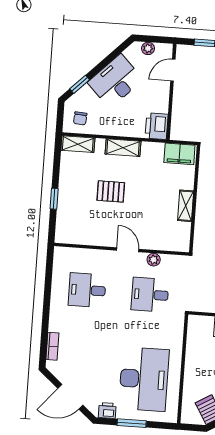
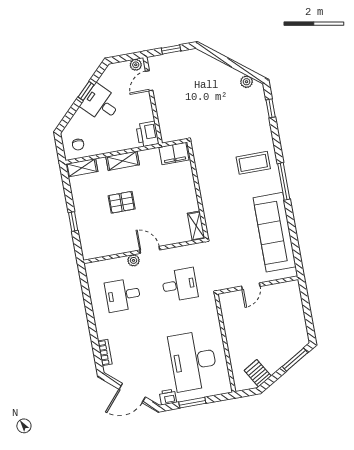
plant: (148, 48) -> (136, 65), moved
desk: (115, 81) -> (101, 103), width x0.73
window: (80, 84) -> (86, 91), moved
shelving: (186, 206) -> (196, 226), moved
plant: (154, 260) -> (134, 260), moved
desk: (150, 295) -> (180, 285), turned 180
desk: (144, 379) -> (193, 361), turned 180

